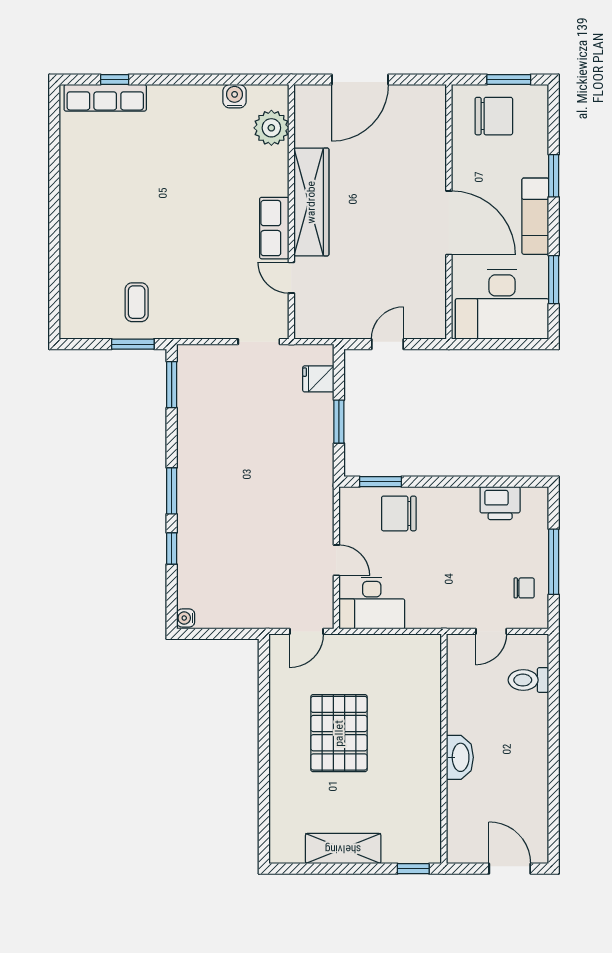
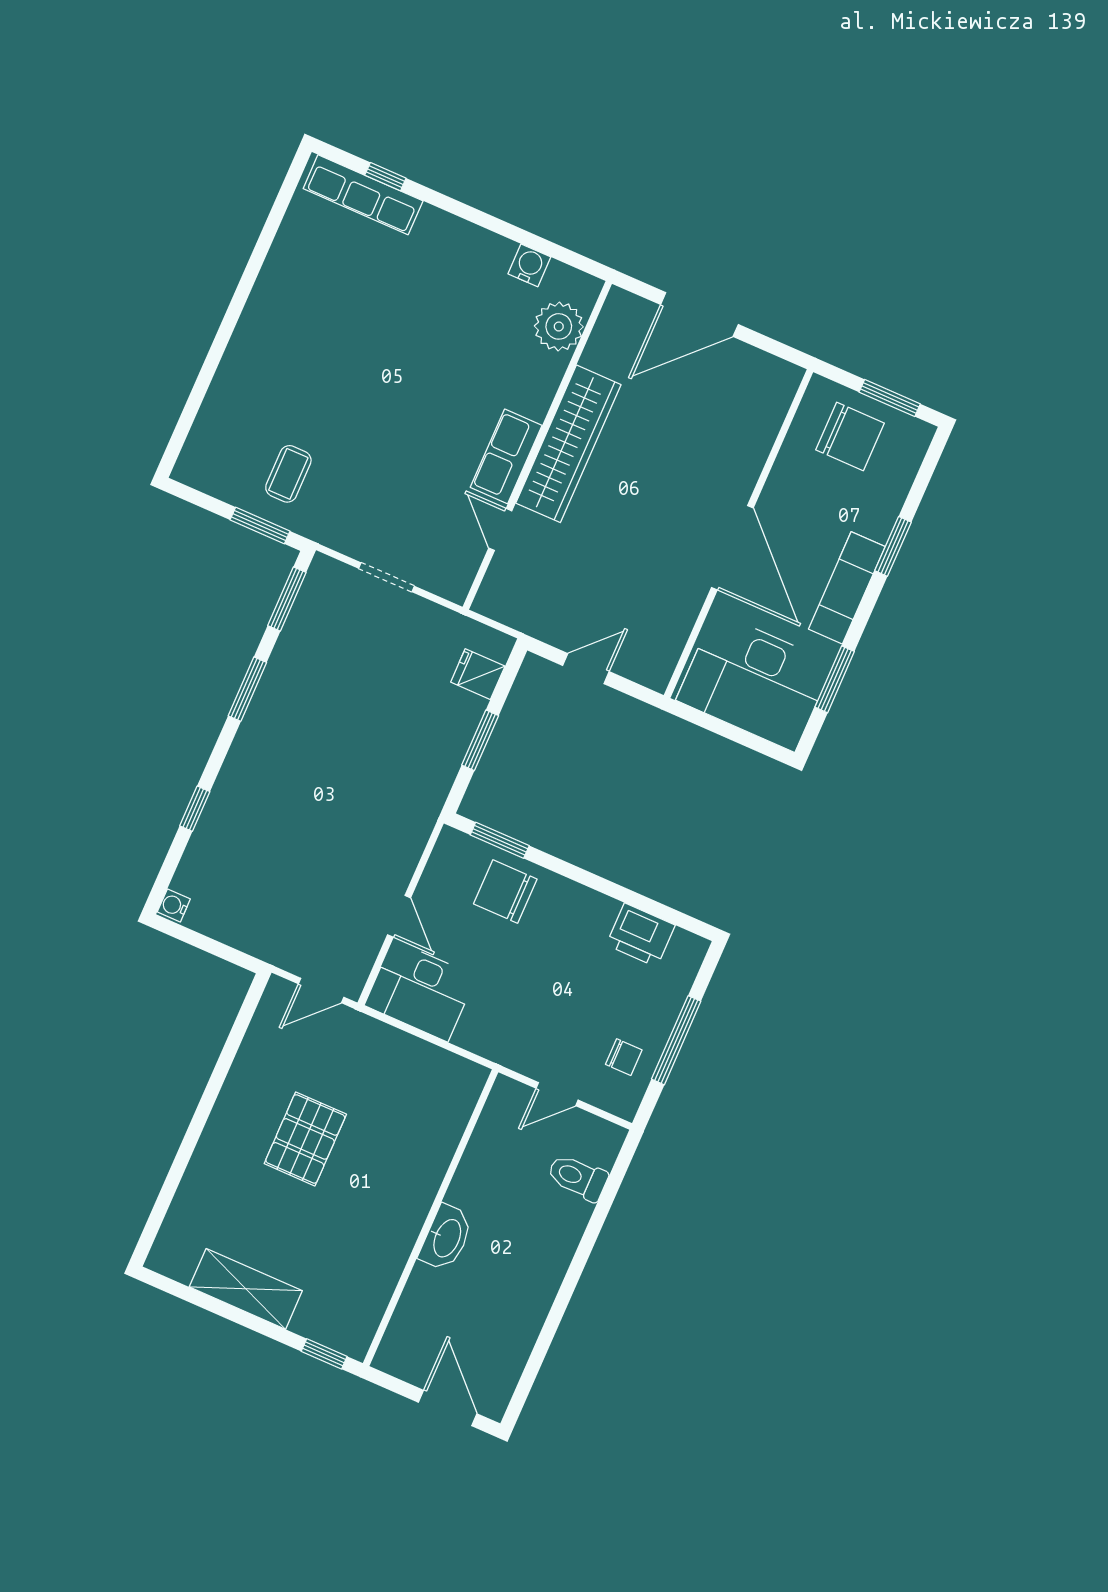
doorway: (259, 342) -> (386, 577), moved
window: (172, 491) -> (247, 689), moved
pallet: (339, 733) -> (305, 1139), width x0.73, depth x0.71

